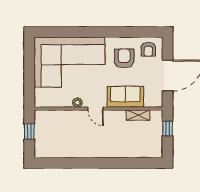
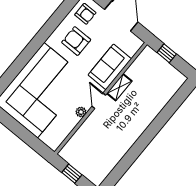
door: (95, 109) -> (99, 101), swing flipped
shelving: (138, 115) -> (119, 87), moved

